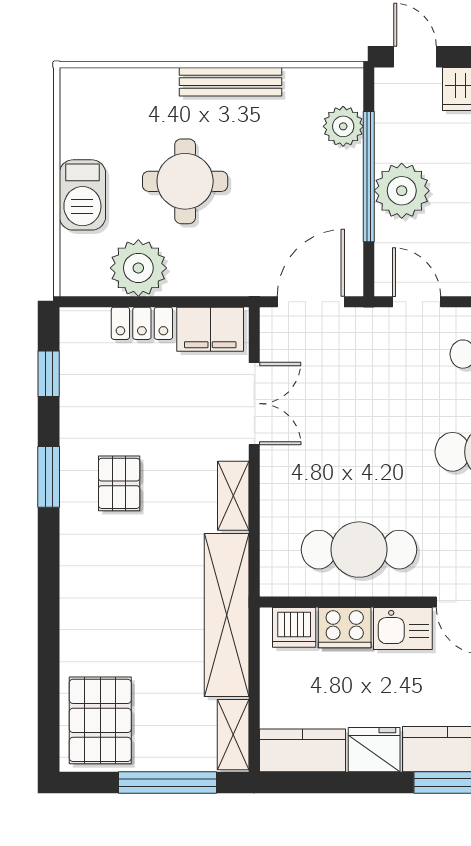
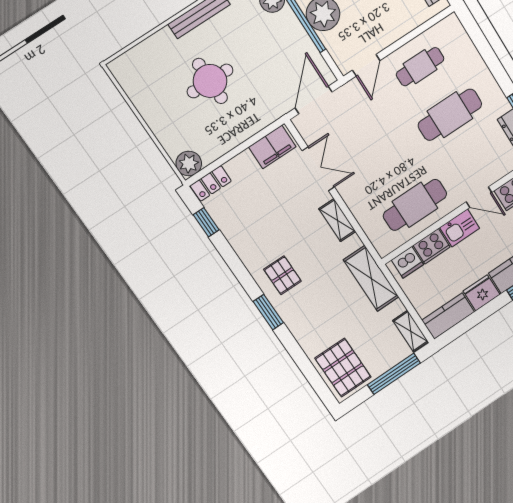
barbecue: (82, 195) -> (162, 122), removed
plant: (138, 268) -> (189, 164), moved, width x0.73, depth x0.73
door: (417, 302) -> (366, 65), swing flipped
locker: (142, 323) -> (211, 183), moved
window: (49, 477) -> (268, 312), moved
pallet: (119, 483) -> (282, 275), moved
shelving: (227, 615) -> (371, 278), width x0.68

